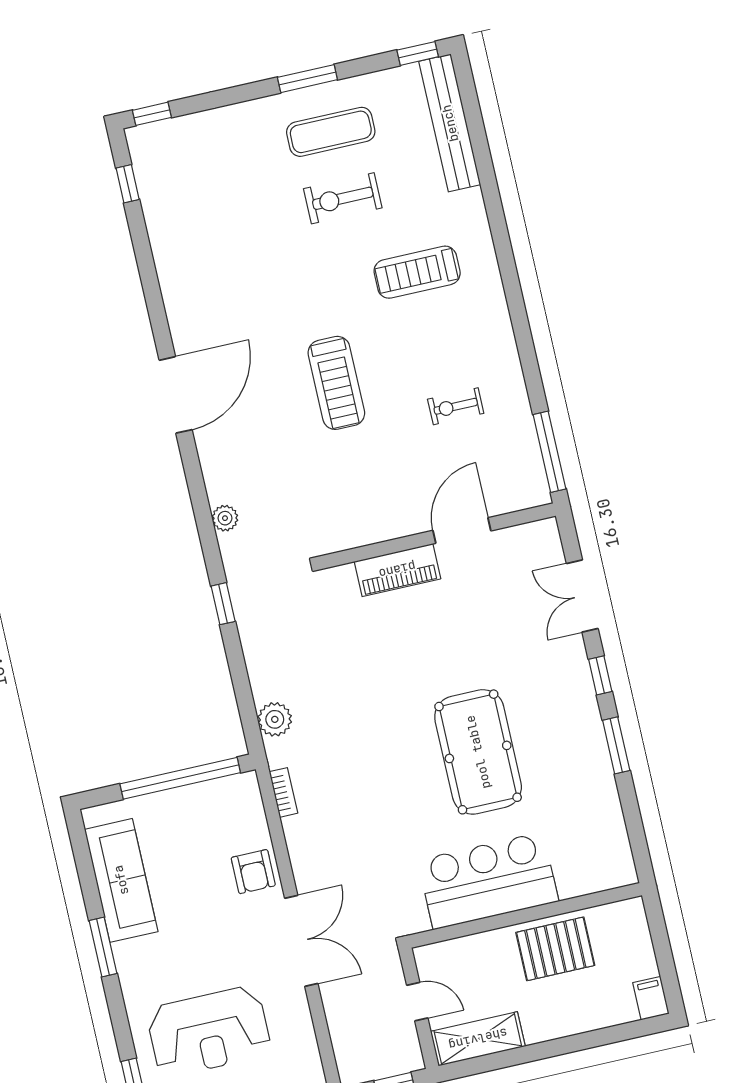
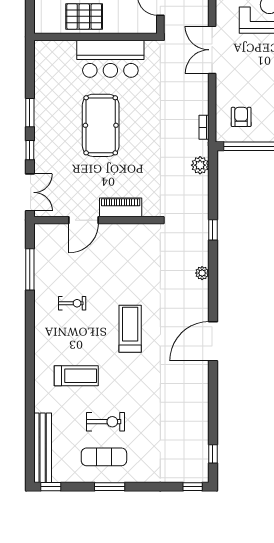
door: (462, 531) -> (83, 220), moved
wall: (439, 536) -> (95, 220), moved
piano: (397, 570) -> (121, 207), moved
armchair: (253, 872) -> (241, 117), moved

